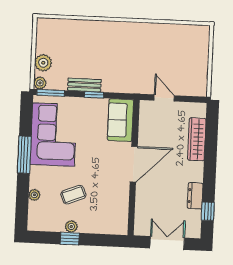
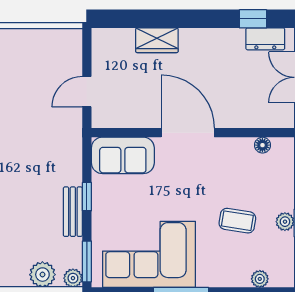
wardrobe: (197, 139) -> (157, 40), width x0.67
plant: (34, 195) -> (260, 279), moved
coffee table: (73, 195) -> (237, 221), turned -59
dresser: (195, 196) -> (265, 39), moved
floor lamp: (123, 214) -> (262, 145), added

